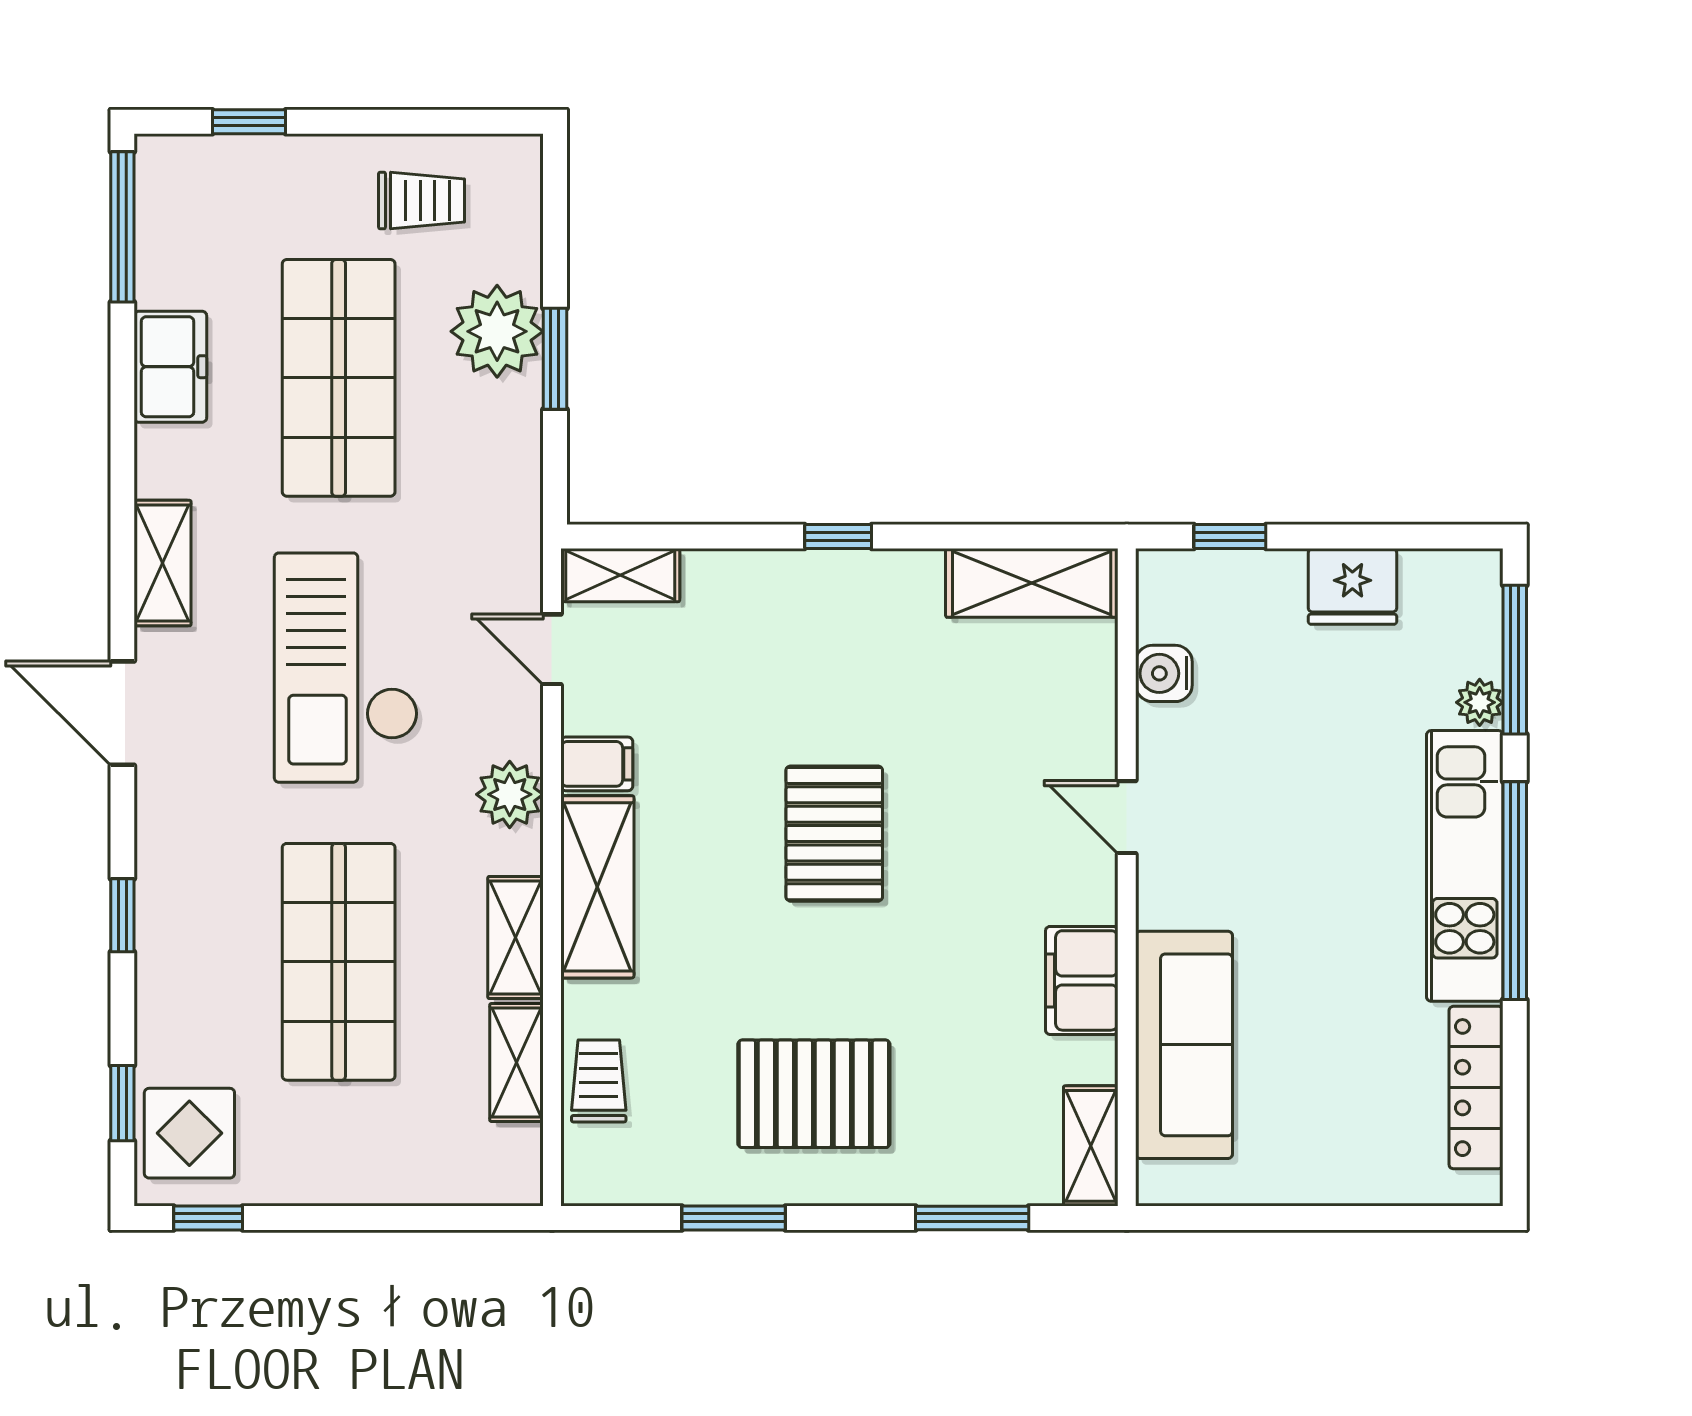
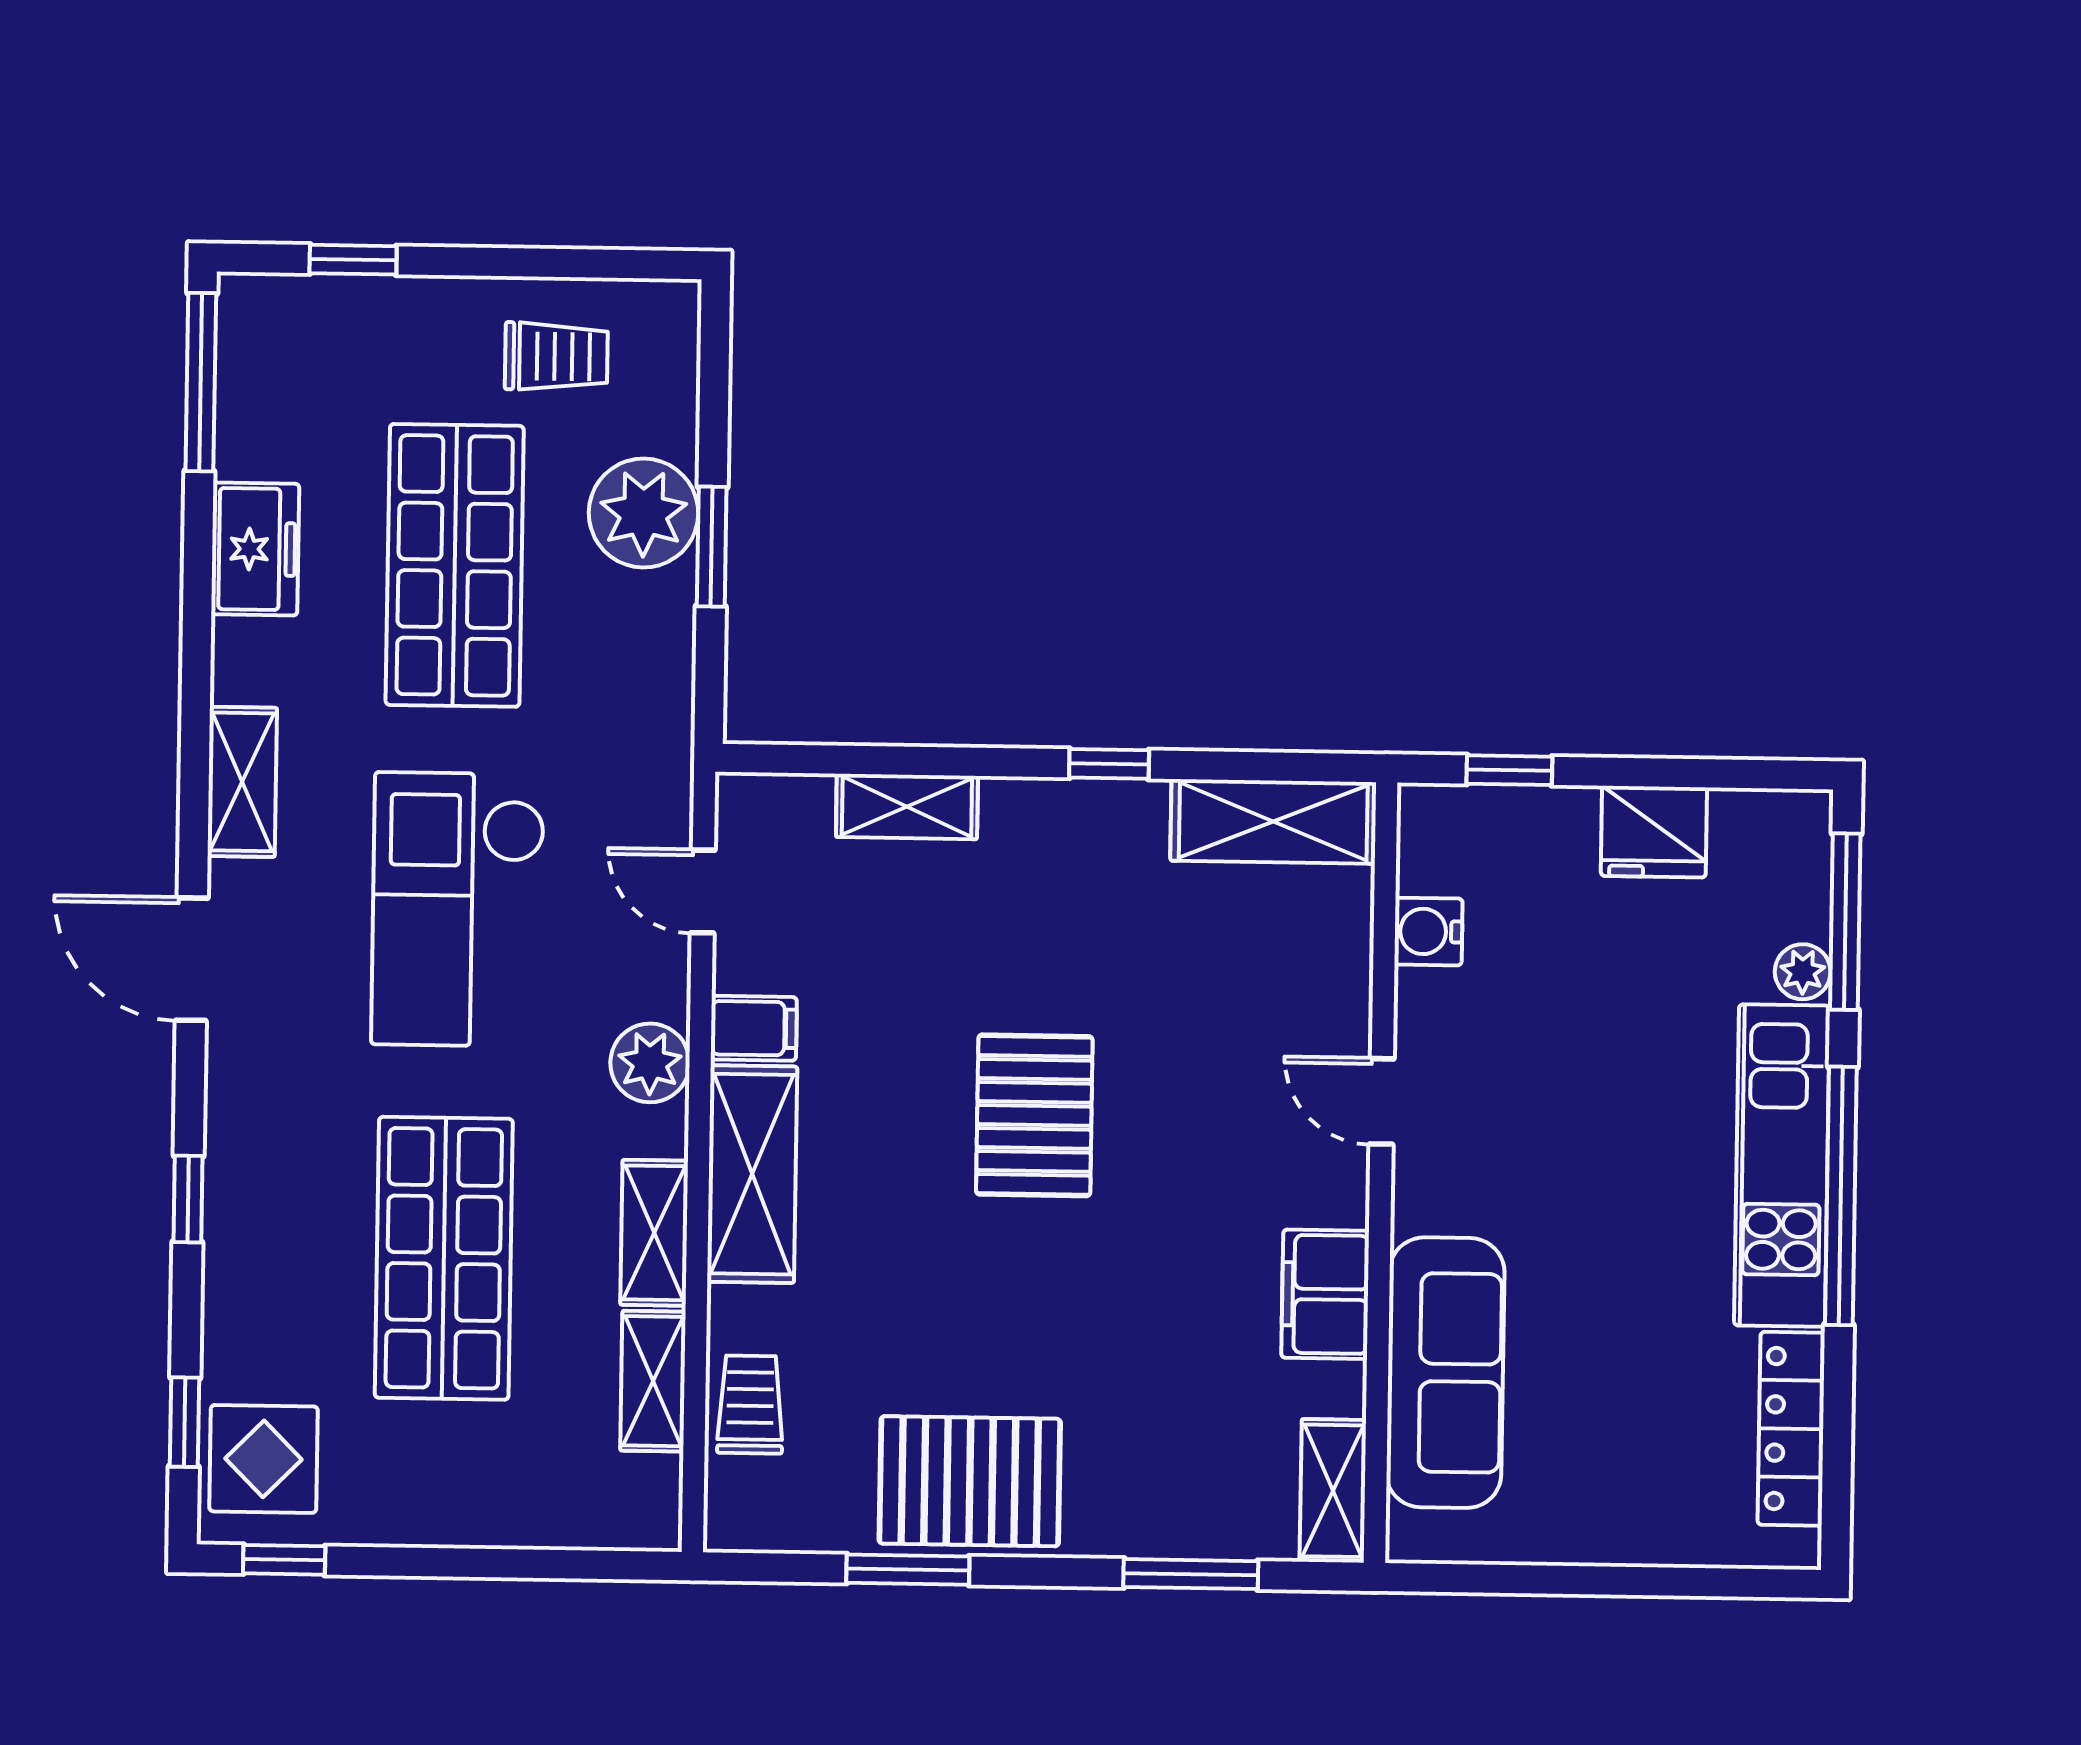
window: (838, 536) -> (1109, 764), moved
shelving: (620, 575) -> (907, 807), moved
pallet: (814, 1094) -> (970, 1481), moved

